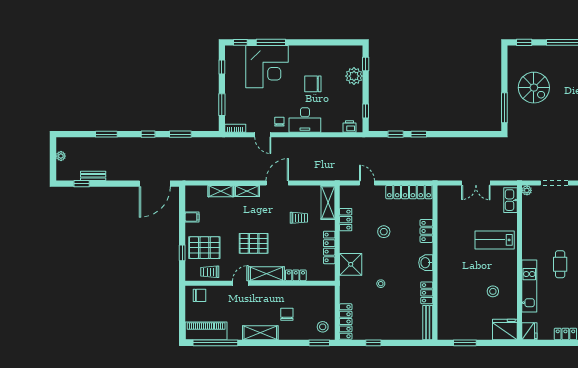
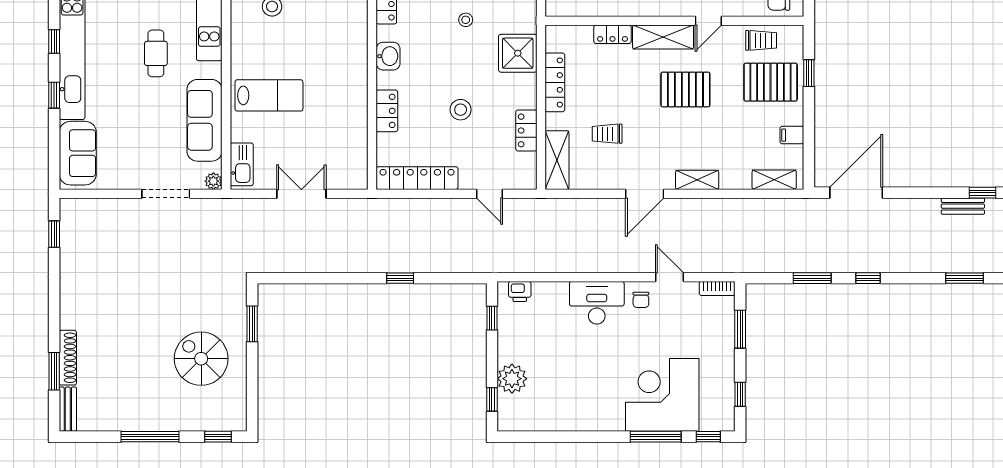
chair: (313, 84) -> (583, 365), removed
window: (504, 108) -> (252, 324), width x0.69
window: (106, 134) -> (964, 278), moved
window: (396, 134) -> (440, 278), removed
shelving: (221, 191) -> (774, 180), moved
sofa: (532, 225) -> (204, 120), added

